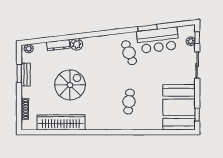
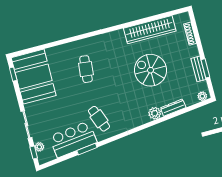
spiral stairs: (70, 85) -> (151, 70), turned 90

